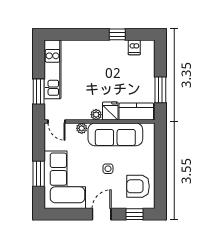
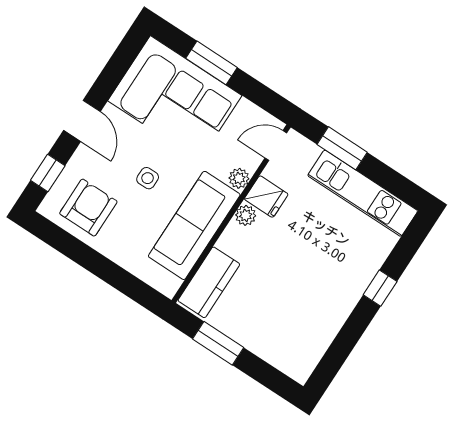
window: (117, 34) -> (380, 288), moved
dishwasher: (134, 47) -> (313, 346), removed
fridge: (110, 111) -> (266, 197), moved

